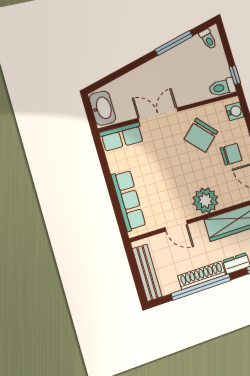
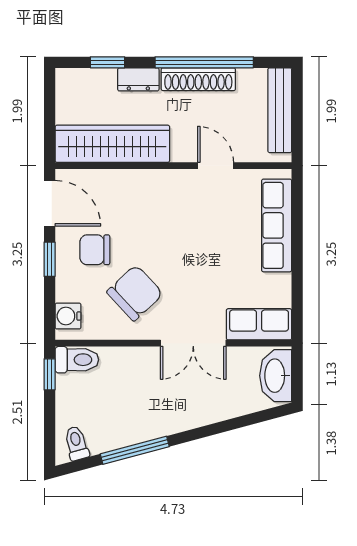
plant: (205, 200) -> (158, 190), removed

